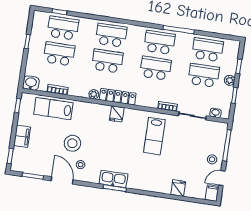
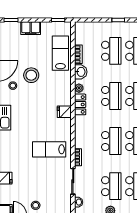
washbasin: (31, 83) -> (81, 72), moved
locker: (118, 97) -> (80, 104), width x0.66

